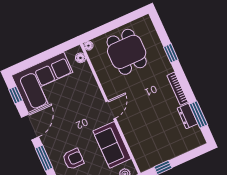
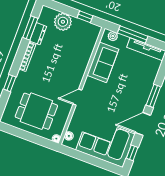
dining table: (127, 52) -> (36, 111), turned 90
door: (111, 110) -> (77, 97), moved
plant: (177, 146) -> (63, 22), added
armchair: (73, 159) -> (136, 77), removed

